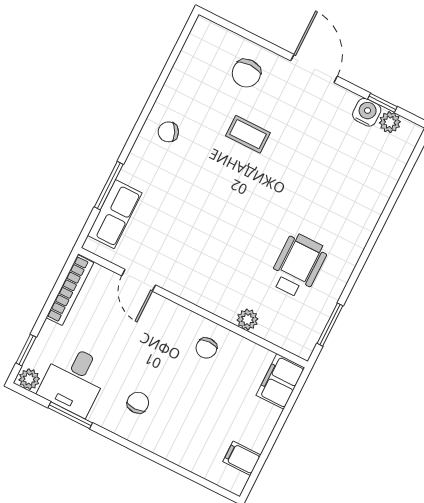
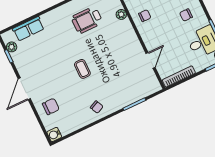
water cooler: (367, 112) -> (54, 134), moved
coffee table: (248, 134) -> (82, 69), moved
row of seats: (115, 214) -> (28, 29), moved, turned 180

